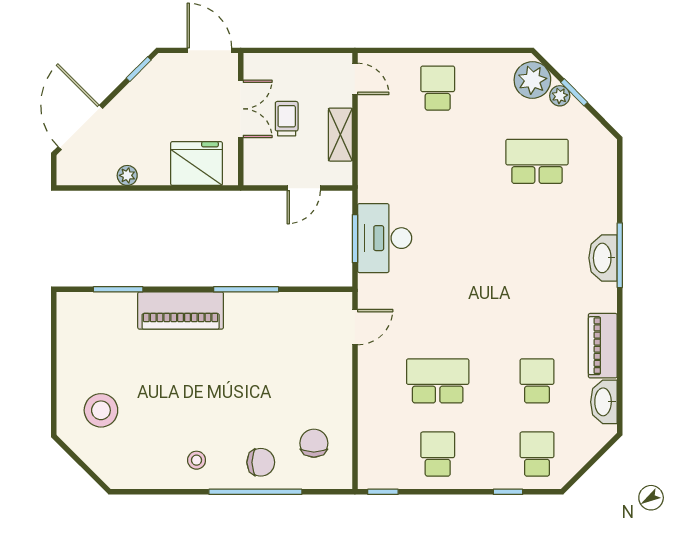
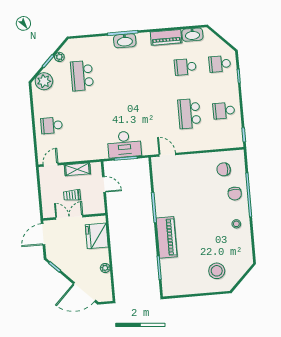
plant: (560, 96) -> (59, 57), moved
chair: (261, 462) -> (235, 194), turned 180

